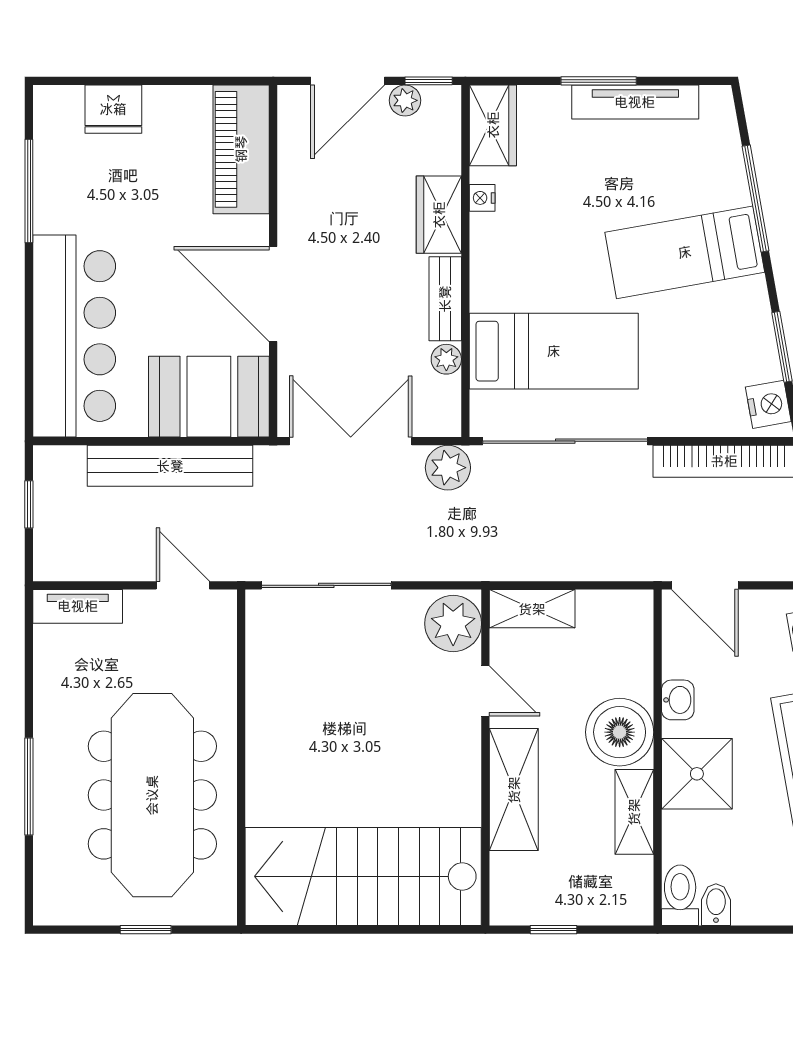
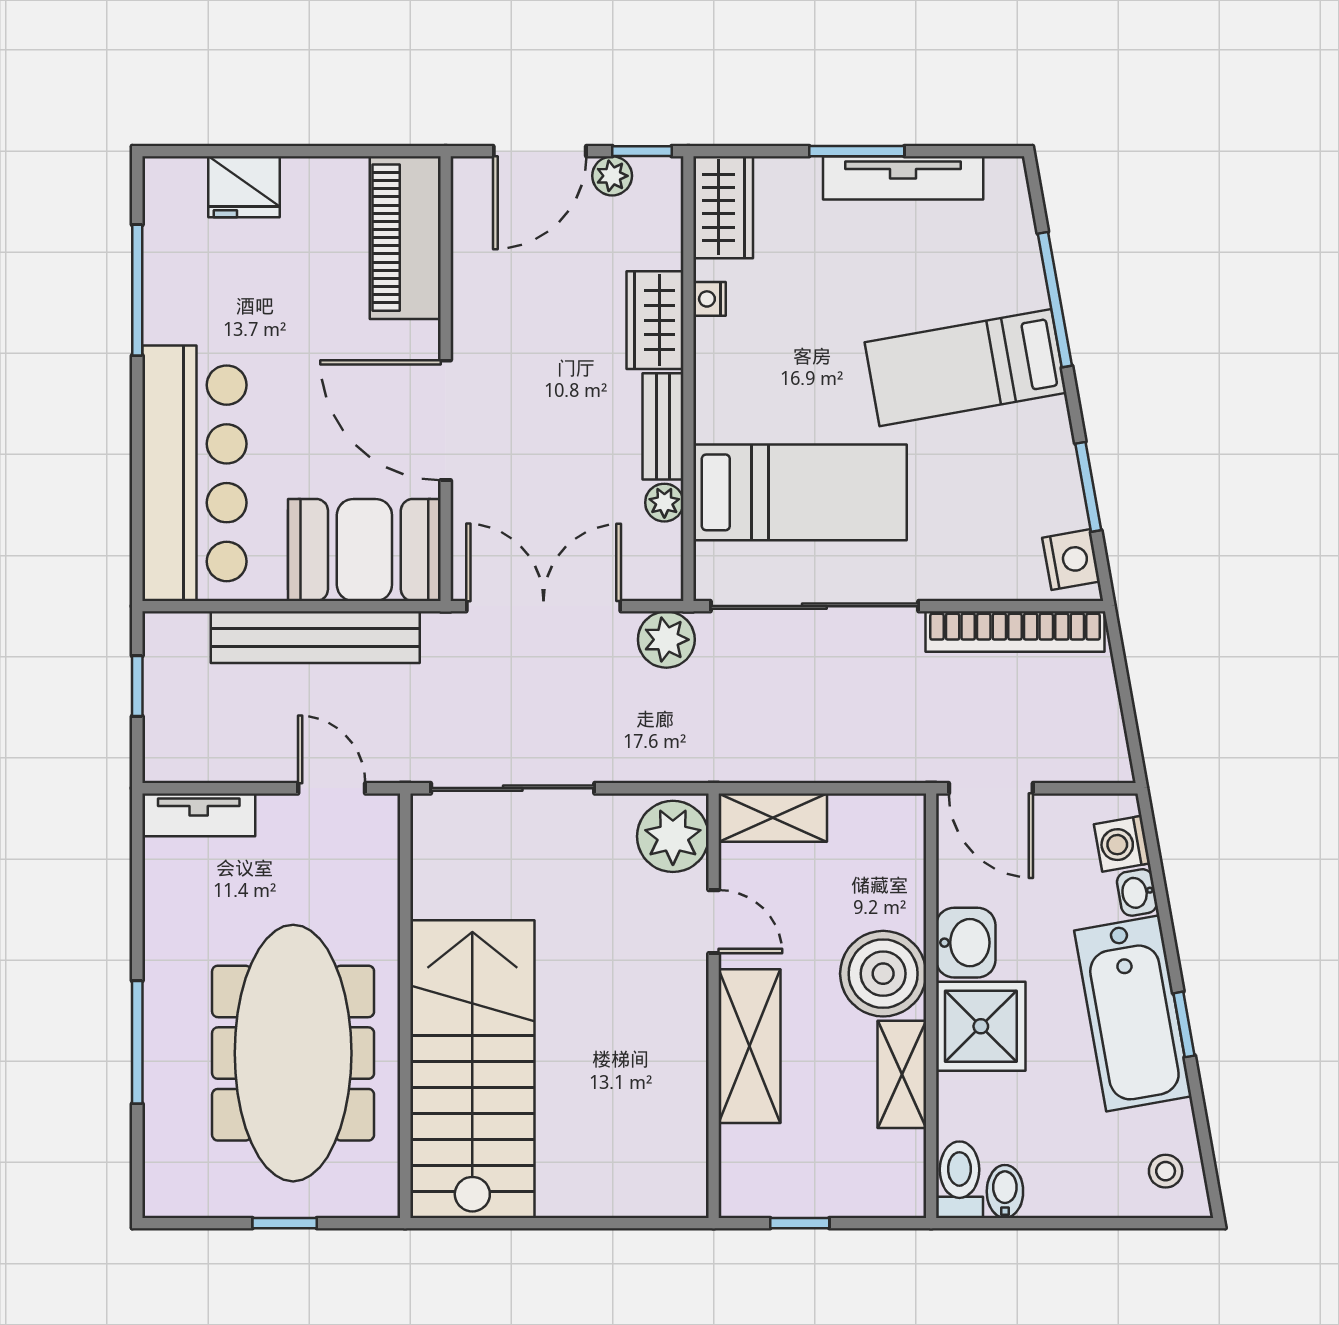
washbasin: (678, 700) -> (966, 943), width x1.38, depth x1.45
stairs: (363, 876) -> (472, 1069), moved, turned 90

